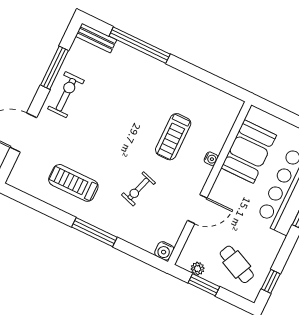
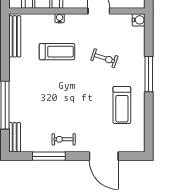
exercise bike: (66, 95) -> (64, 139), width x0.73, depth x0.72
bench: (215, 96) -> (15, 36), added

